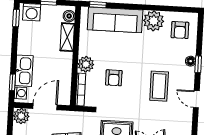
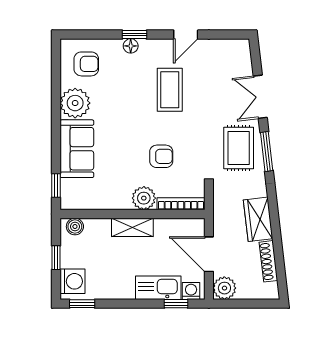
sofa: (115, 20) -> (77, 149), width x0.73
shelving: (67, 37) -> (132, 227), moved
coffee table: (159, 86) -> (170, 90), turned 90

